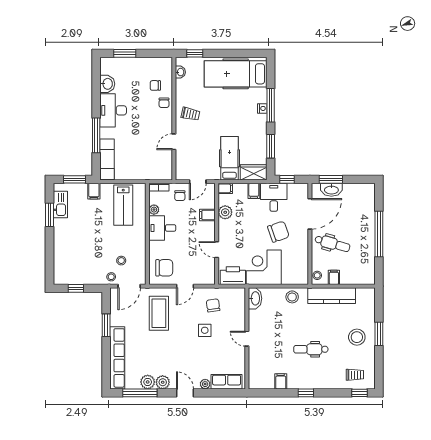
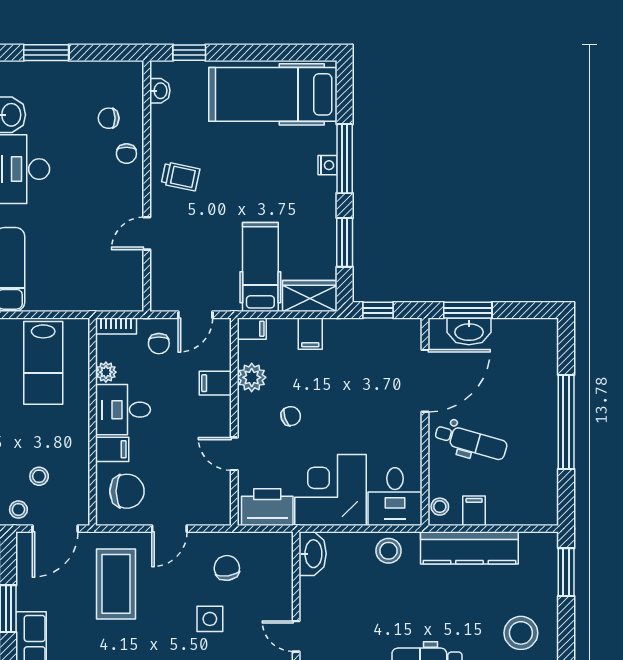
desk: (274, 197) -> (395, 497), moved, turned 180
chair: (278, 232) -> (291, 416), moved, width x0.54, depth x0.54
filing cabinet: (157, 247) -> (112, 449), added
window: (379, 334) -> (566, 572), moved

